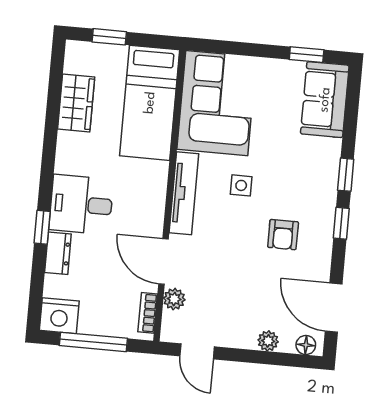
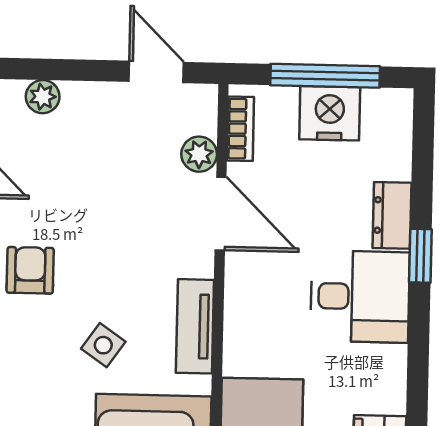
side table: (241, 185) -> (103, 345), turned 35
tv unit: (184, 193) -> (195, 326), width x0.71
nightstand: (59, 316) -> (330, 113), moved

